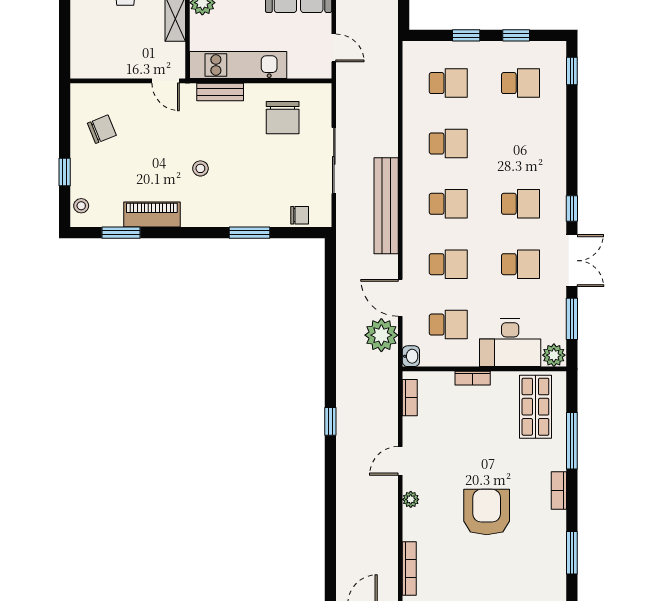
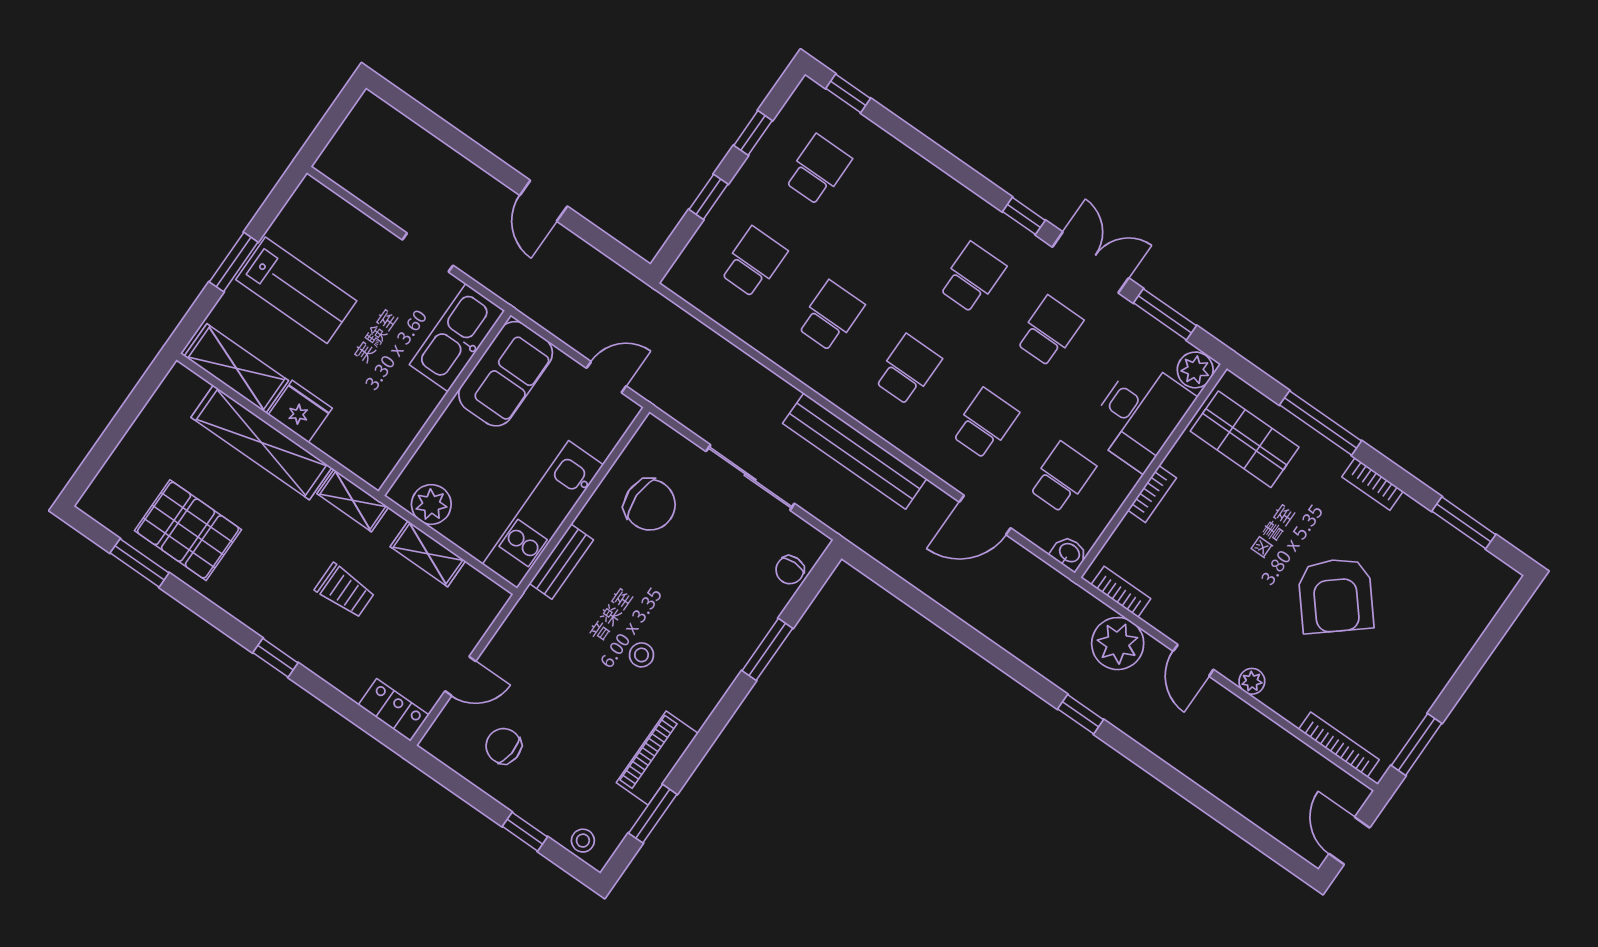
locker: (80, 58) -> (394, 710), added
door: (166, 81) -> (460, 676), moved
chair: (102, 129) -> (503, 746), turned -63
chair: (300, 215) -> (790, 570), turned 180
plant: (381, 335) -> (1118, 644), moved
armchair: (487, 512) -> (1336, 596), turned -130

